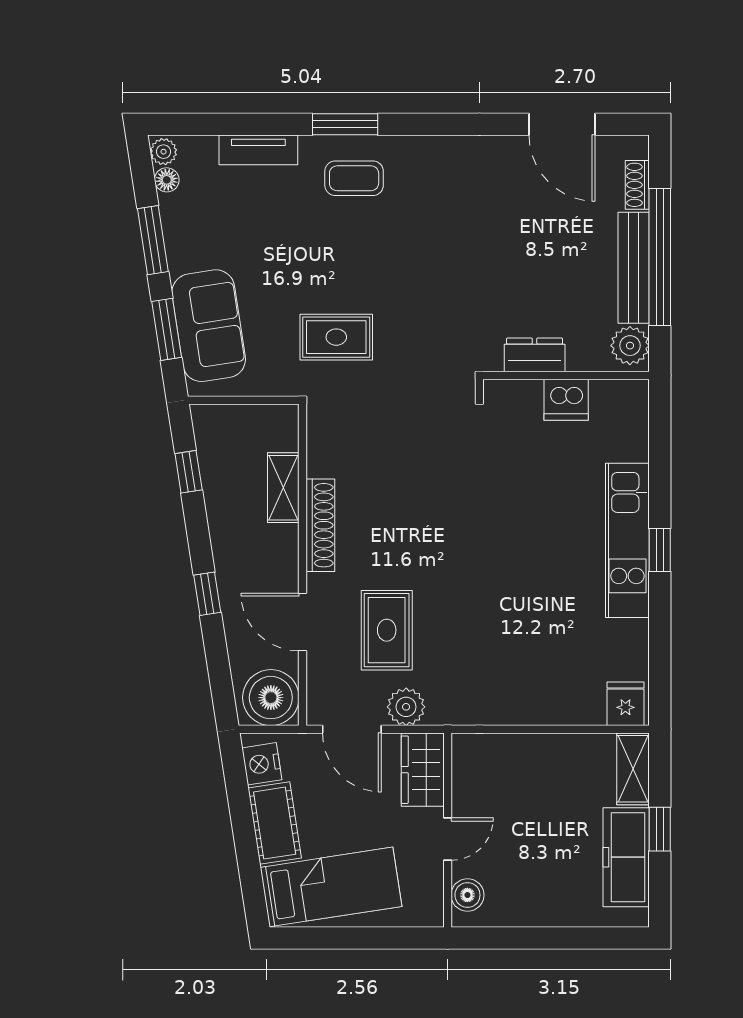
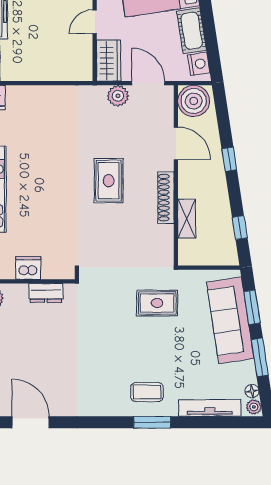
tv unit: (258, 150) -> (210, 408), width x1.41
sofa: (209, 326) -> (230, 320), width x1.36
rug: (387, 630) -> (109, 181), moved

